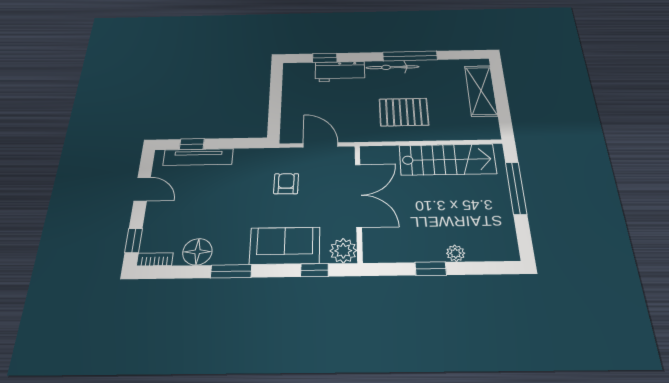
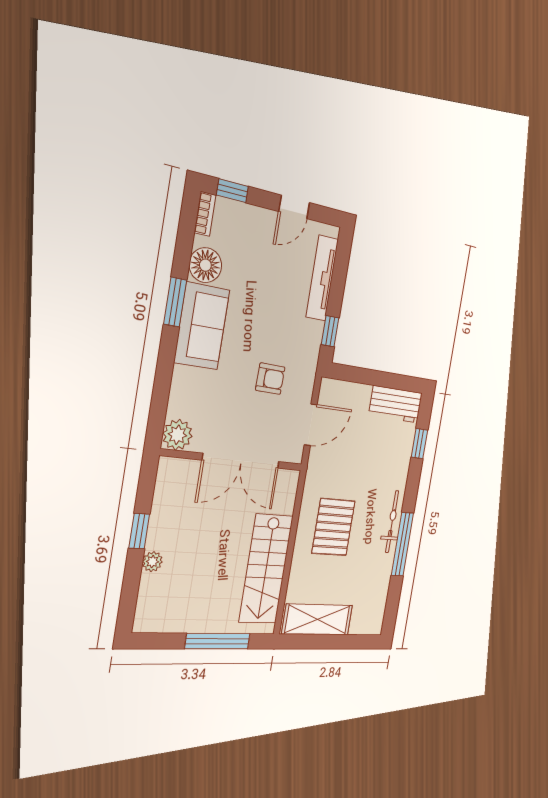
workbench: (340, 72) -> (396, 404), moved, turned -90
shelving: (481, 91) -> (318, 620), moved
window: (192, 144) -> (330, 331), moved
sofa: (285, 246) -> (202, 326), moved
window: (314, 270) -> (160, 399), removed

